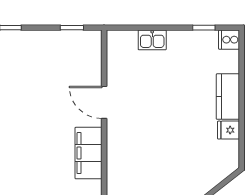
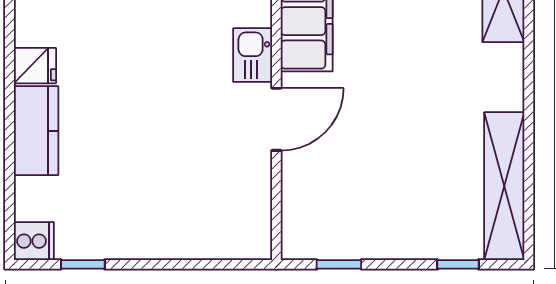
kitchen sink: (152, 40) -> (253, 55), moved, turned -90
door: (104, 102) -> (276, 119), hinge flipped

